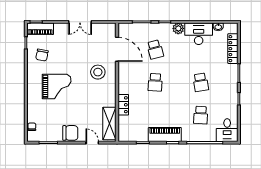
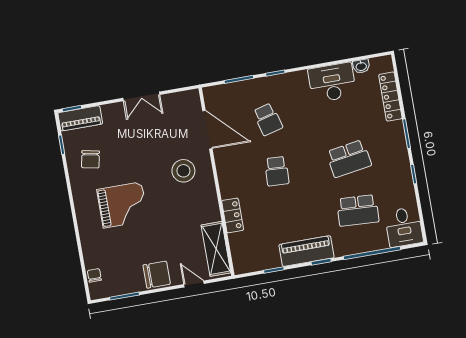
plant: (178, 28) -> (299, 80), removed
school desk: (201, 82) -> (349, 159), width x1.85
school desk: (201, 115) -> (358, 210), width x1.85

